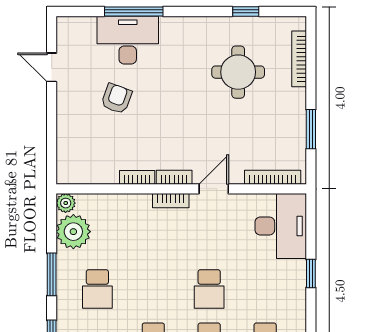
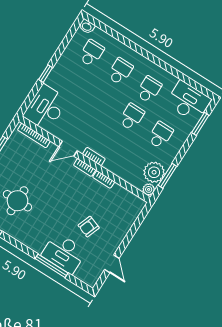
window: (52, 274) -> (167, 176), moved
school desk: (209, 289) -> (132, 117), moved

